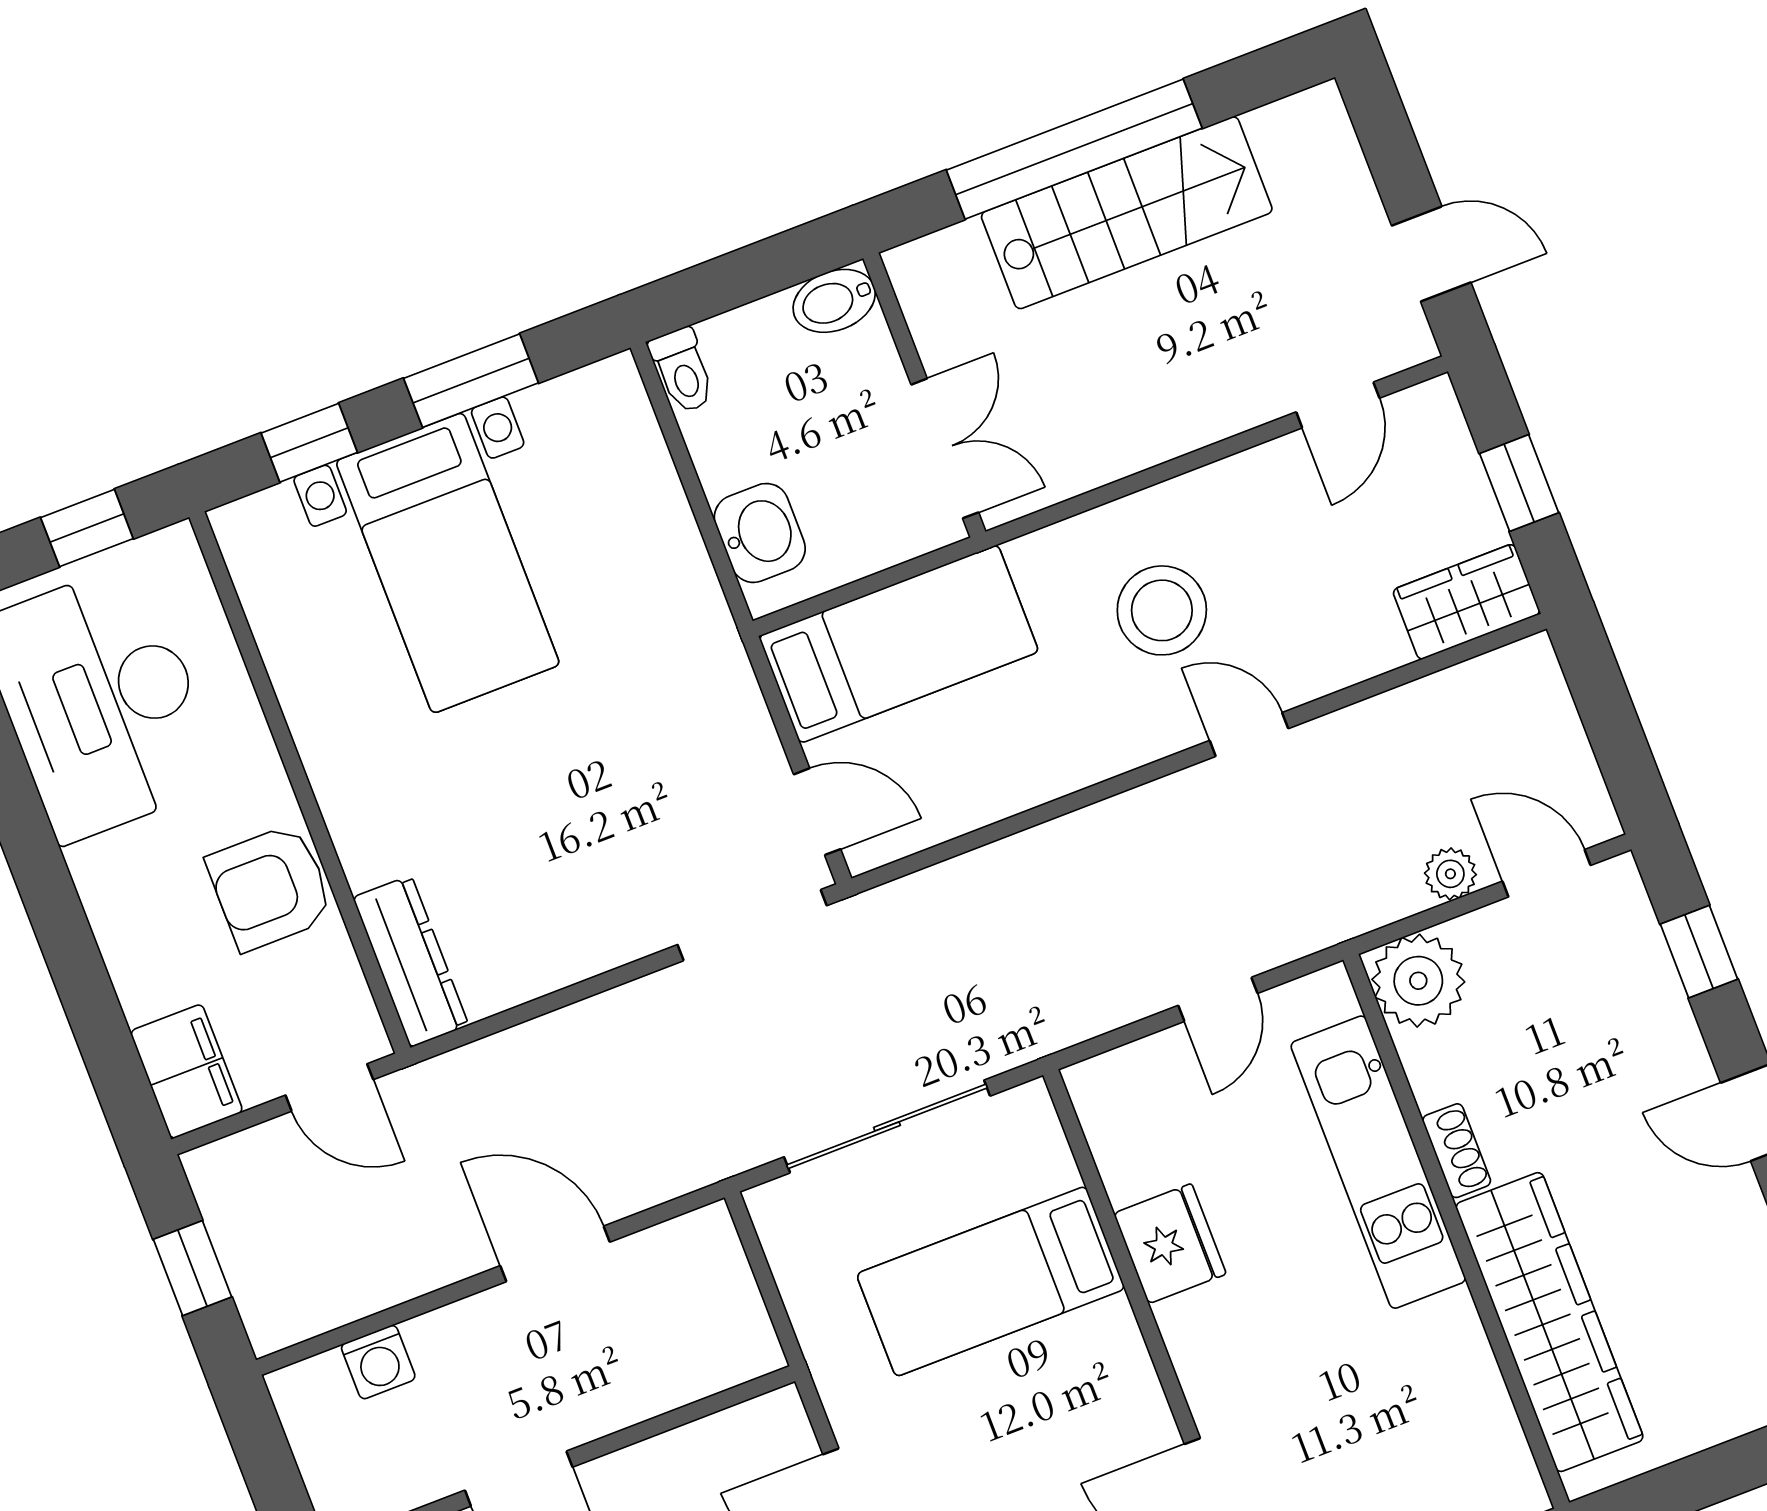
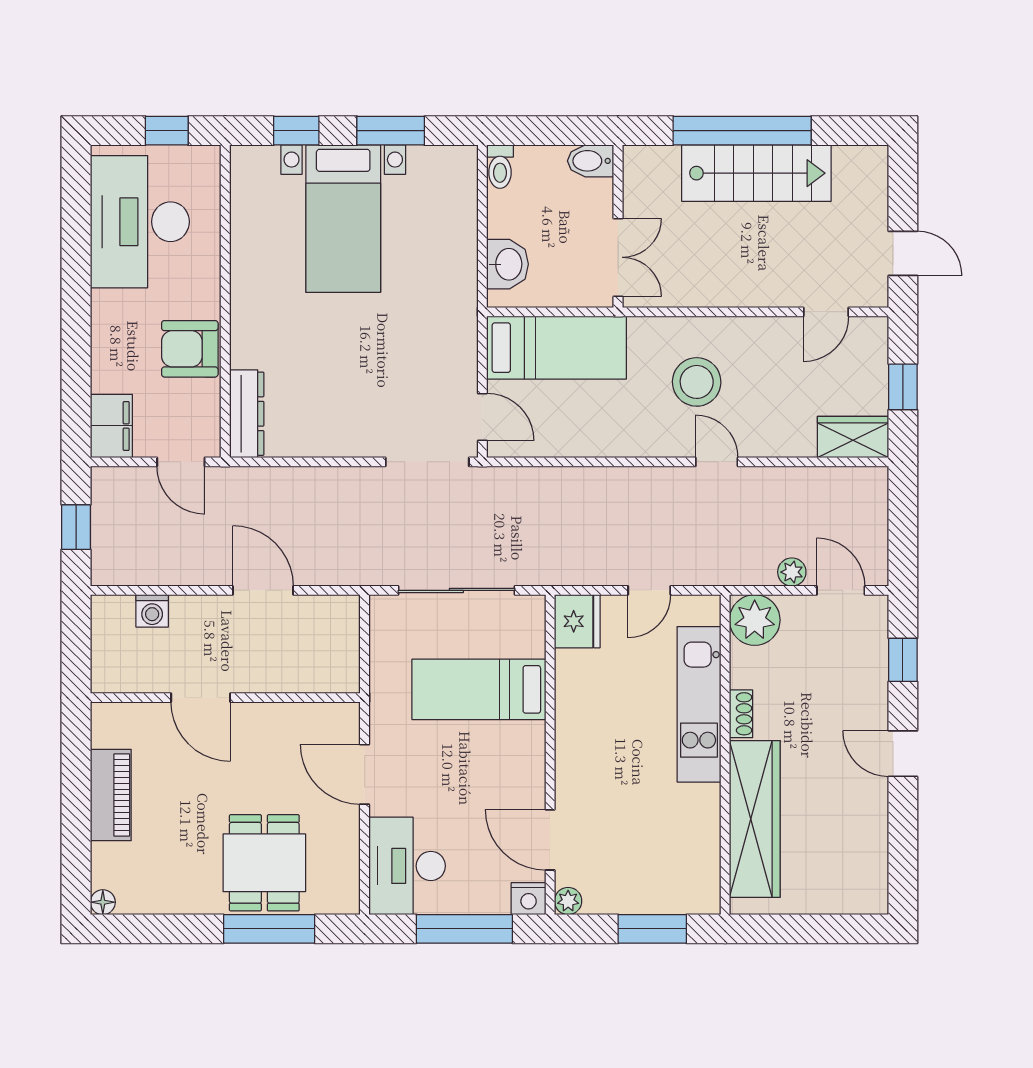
fridge: (1170, 1244) -> (577, 621), moved

